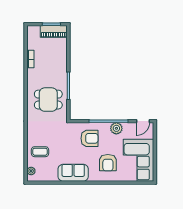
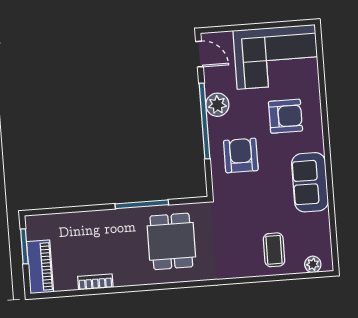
piano: (54, 31) -> (40, 267), moved

